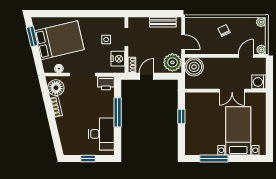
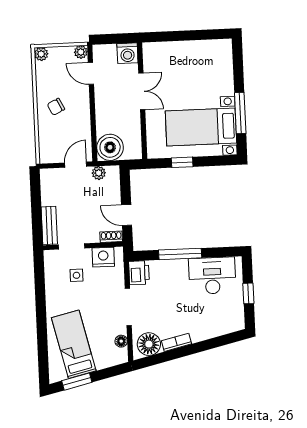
bench: (163, 22) -> (49, 225), moved
bed: (59, 40) -> (74, 344), width x0.67
plant: (172, 62) -> (99, 173), width x0.53, depth x0.53
bed with nightstands: (238, 131) -> (201, 127), moved

